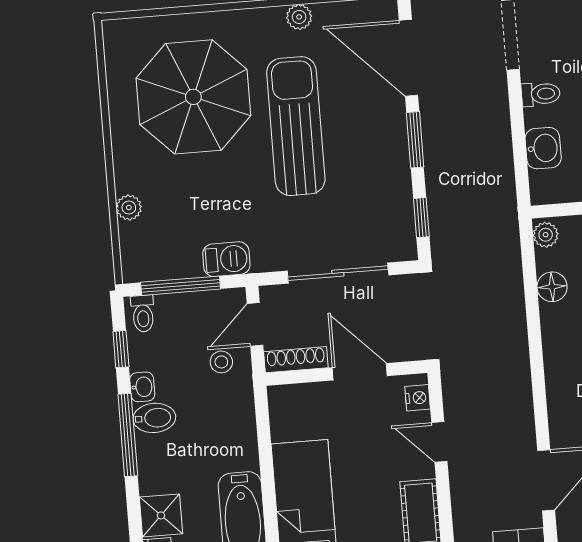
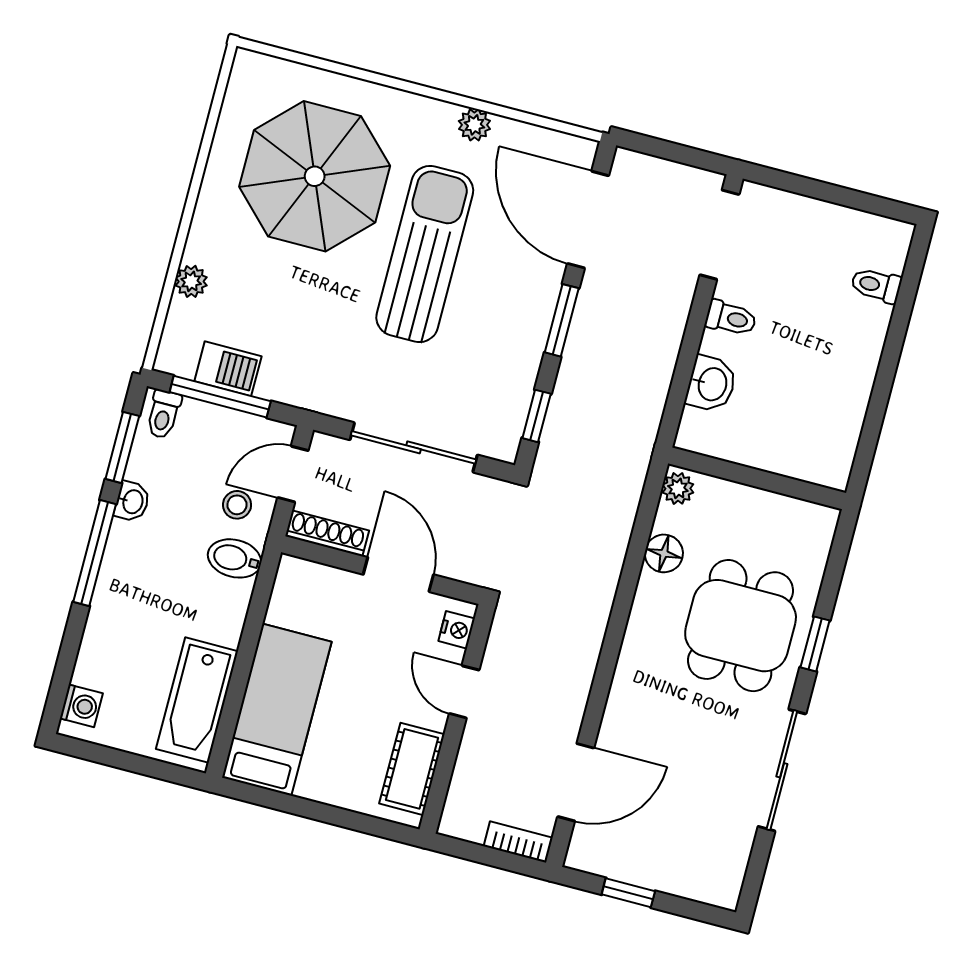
barbecue: (226, 259) -> (228, 369), moved
window: (121, 349) -> (122, 447), width x1.50
bidet: (154, 418) -> (234, 558), moved, turned 180
shower: (161, 515) -> (101, 663), removed

